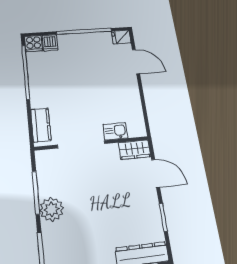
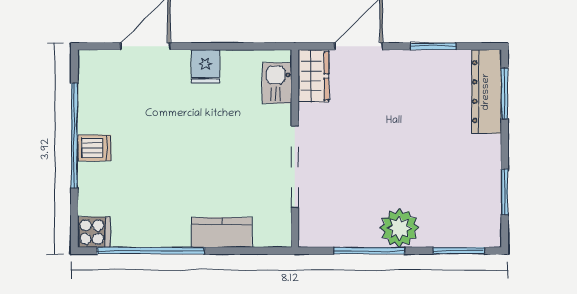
fridge: (121, 37) -> (205, 66), moved
dishwasher: (50, 43) -> (94, 148), moved
kitchen counter: (41, 125) -> (222, 232), moved
kitchen sink: (115, 131) -> (277, 83), moved

